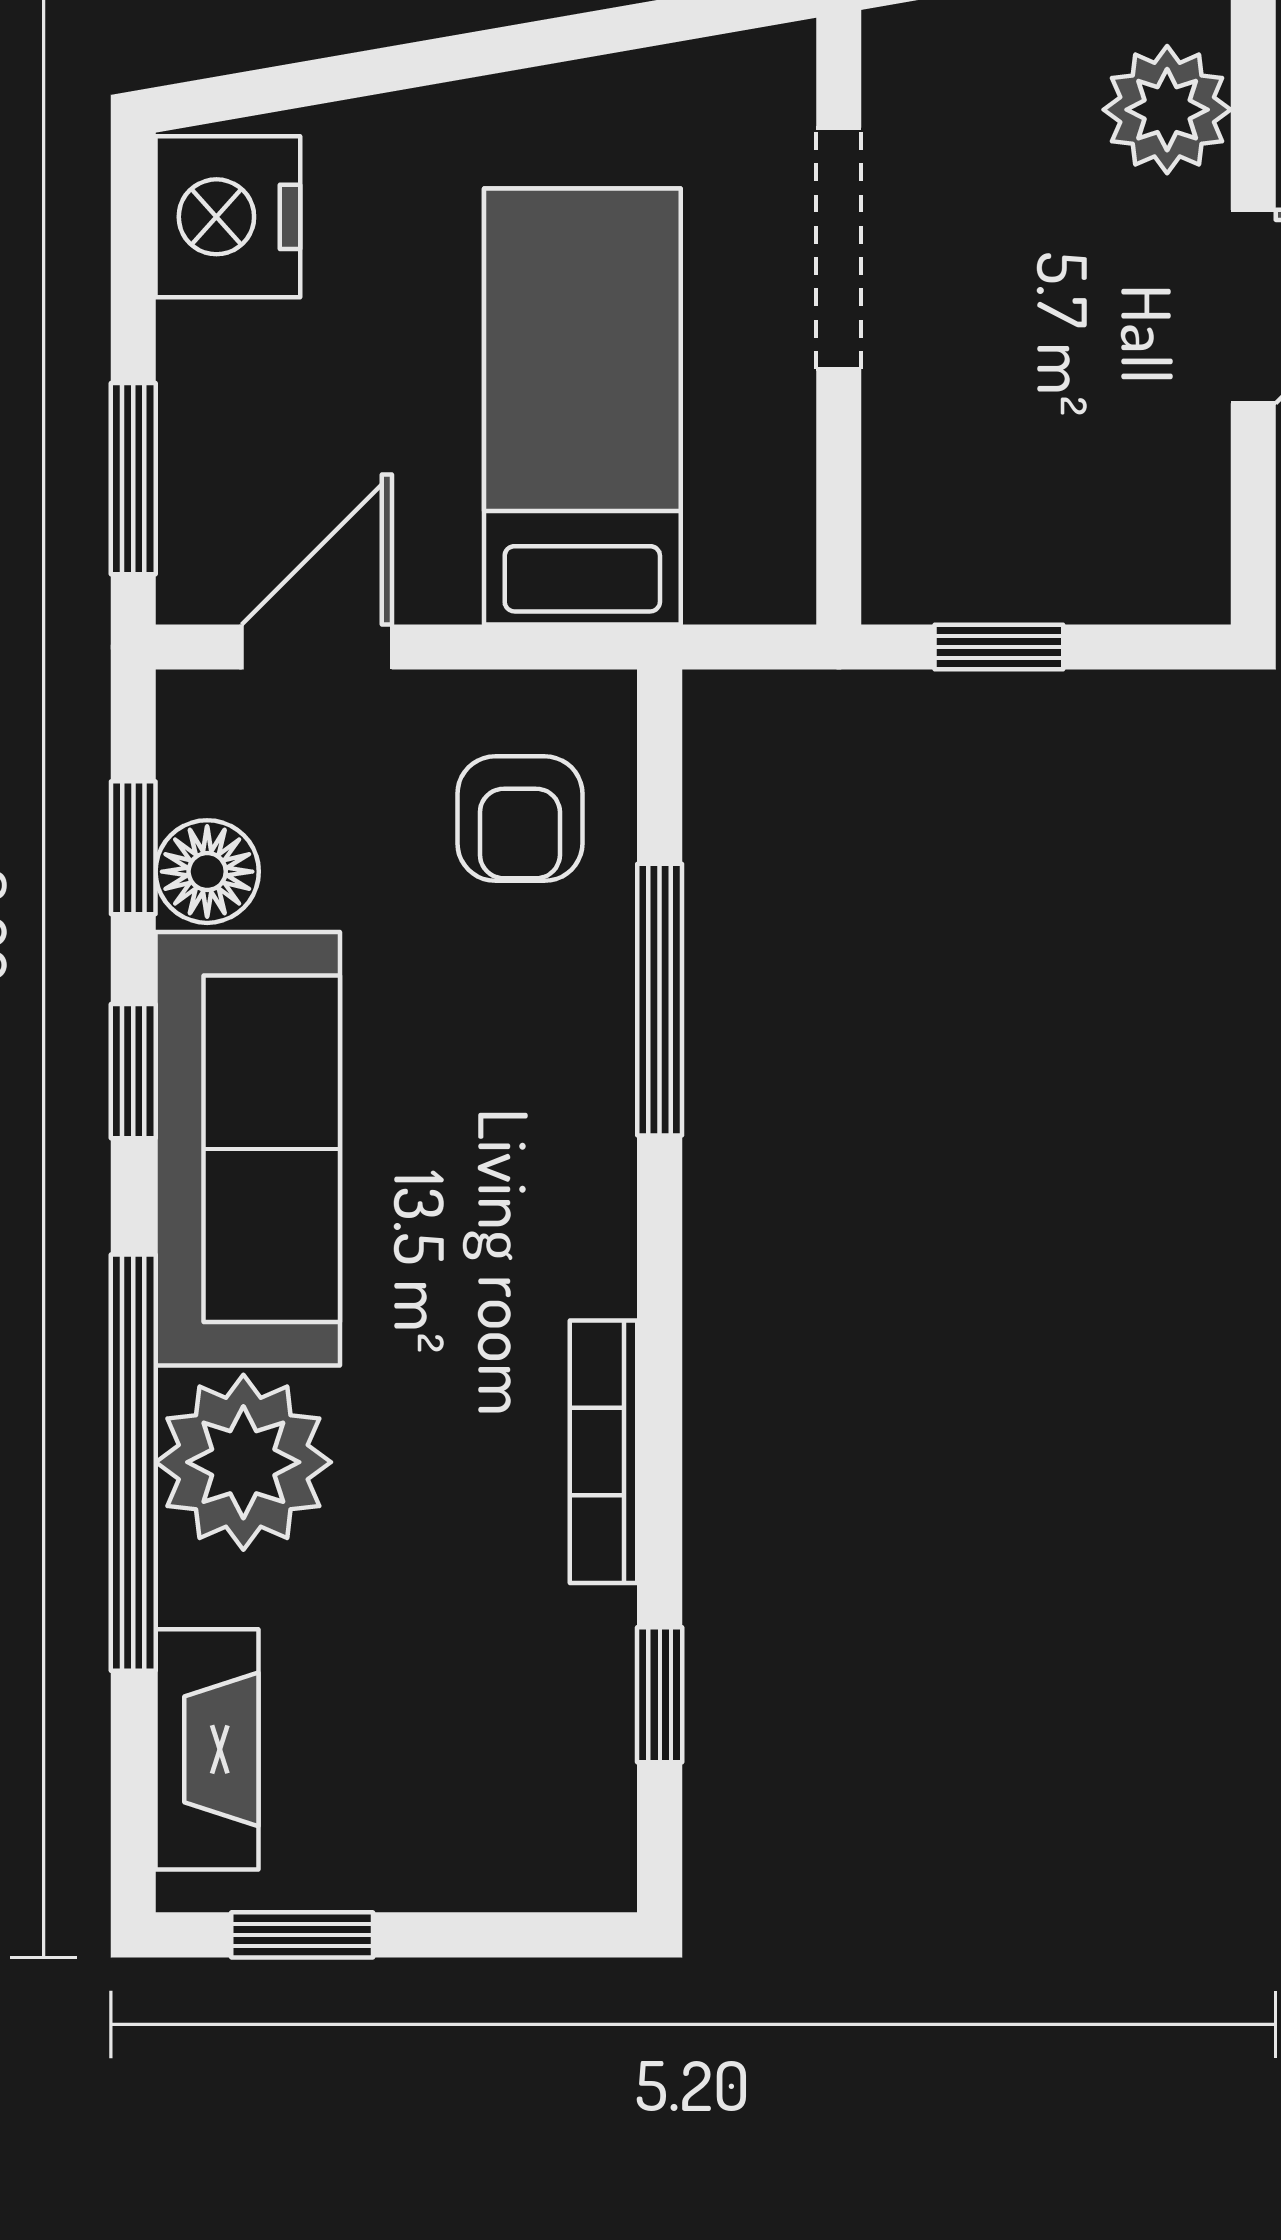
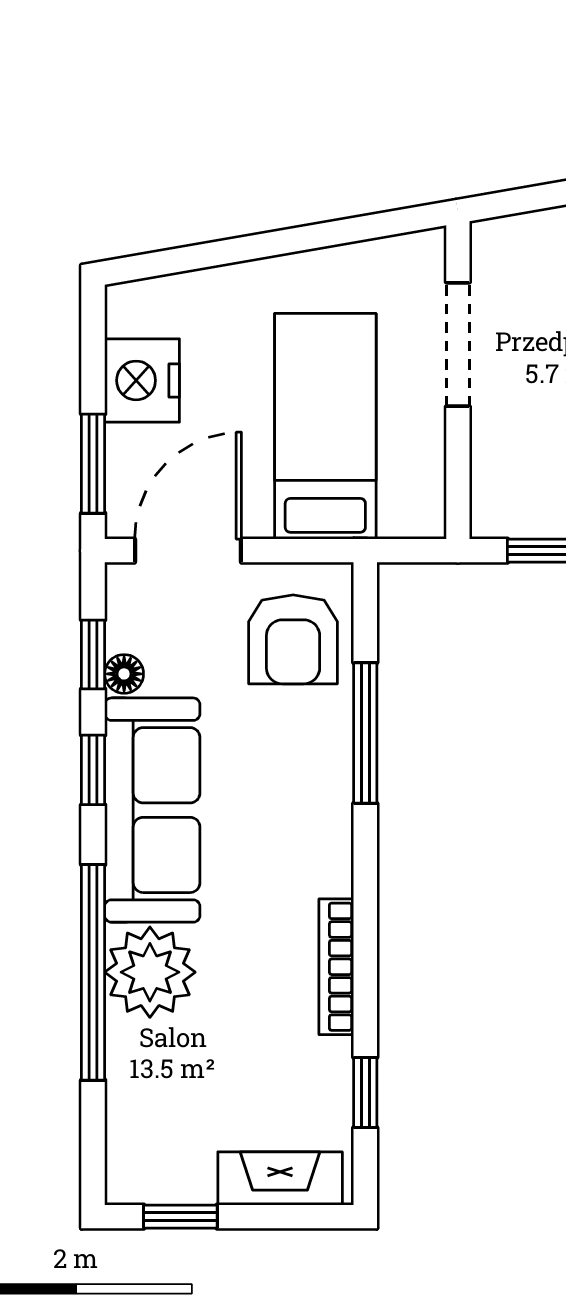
nightstand: (228, 217) -> (142, 380), moved
door: (317, 647) -> (188, 551), width x1.38
armchair: (520, 819) -> (293, 639), width x1.38, depth x1.38
floor lamp: (207, 872) -> (124, 674), width x0.73, depth x0.73
fireplace: (207, 1749) -> (280, 1178), moved, turned -90

